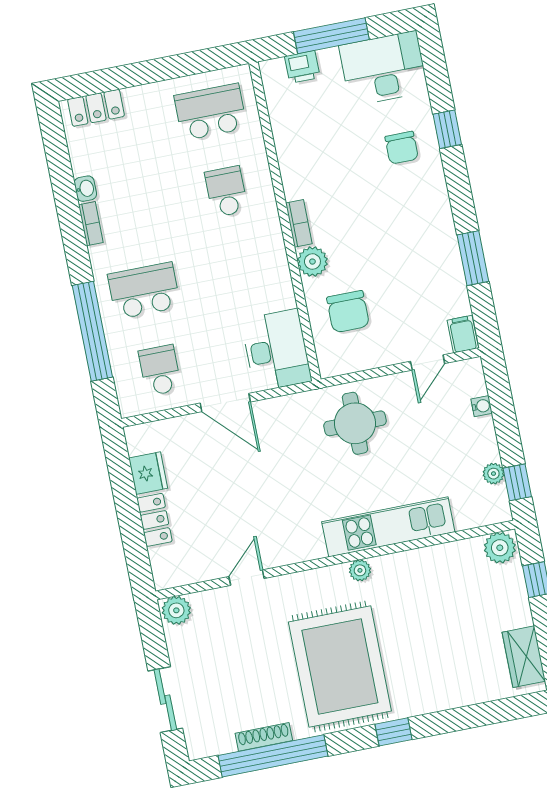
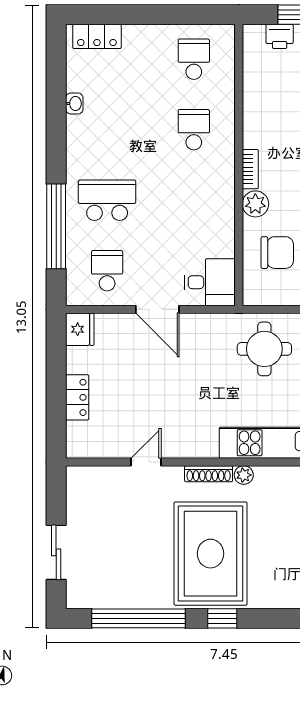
school desk: (210, 112) -> (194, 59), width x0.54
bookcase: (91, 224) -> (73, 134), removed
chair: (348, 312) -> (277, 253), turned -90
desk: (276, 350) -> (210, 282), width x0.73
fridge: (148, 473) -> (80, 329), moved
plant: (176, 610) -> (81, 478), removed
window: (394, 732) -> (222, 618), moved
shoe rack: (264, 737) -> (209, 474), moved, turned 180

